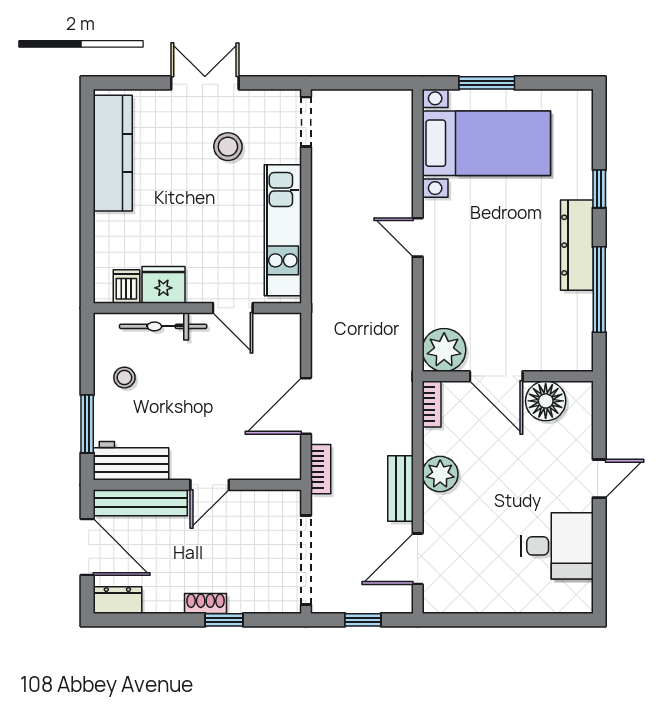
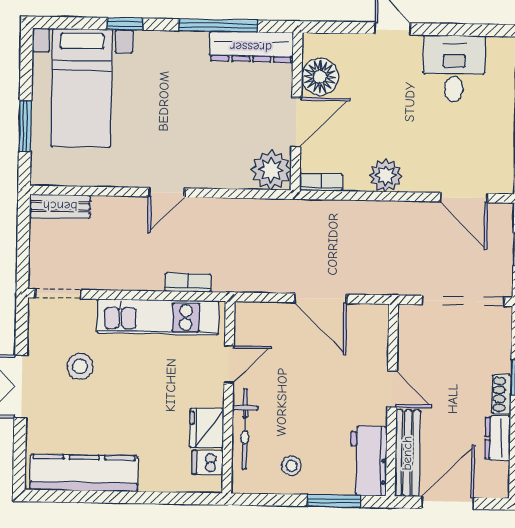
bed with nightstands: (486, 143) -> (82, 88), moved, turned 180
dresser: (577, 245) -> (251, 47), moved
bookcase: (321, 469) -> (188, 283), moved
bench: (400, 489) -> (60, 206), moved
dresser: (117, 600) -> (498, 438), moved

